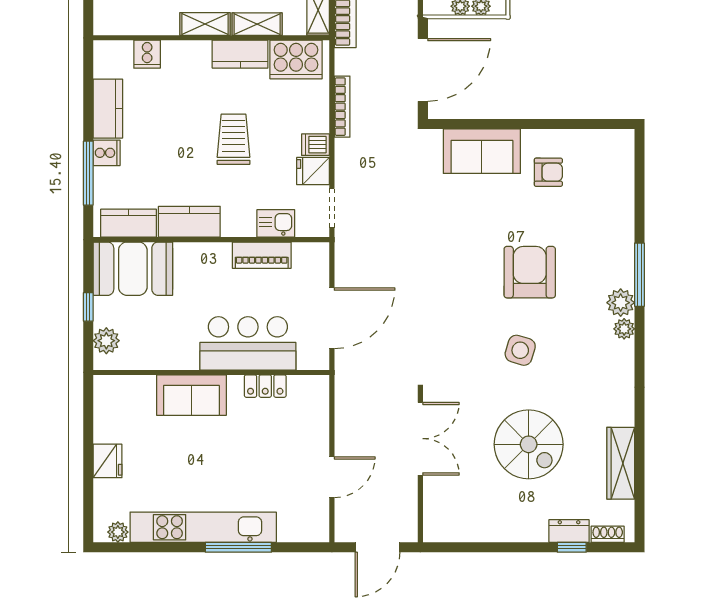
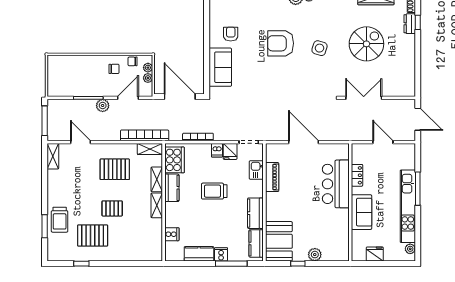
bar counter: (248, 343) -> (336, 184), moved
wall: (211, 372) -> (350, 202), moved
locker: (265, 386) -> (357, 175), moved
sofa: (191, 395) -> (362, 212), moved

